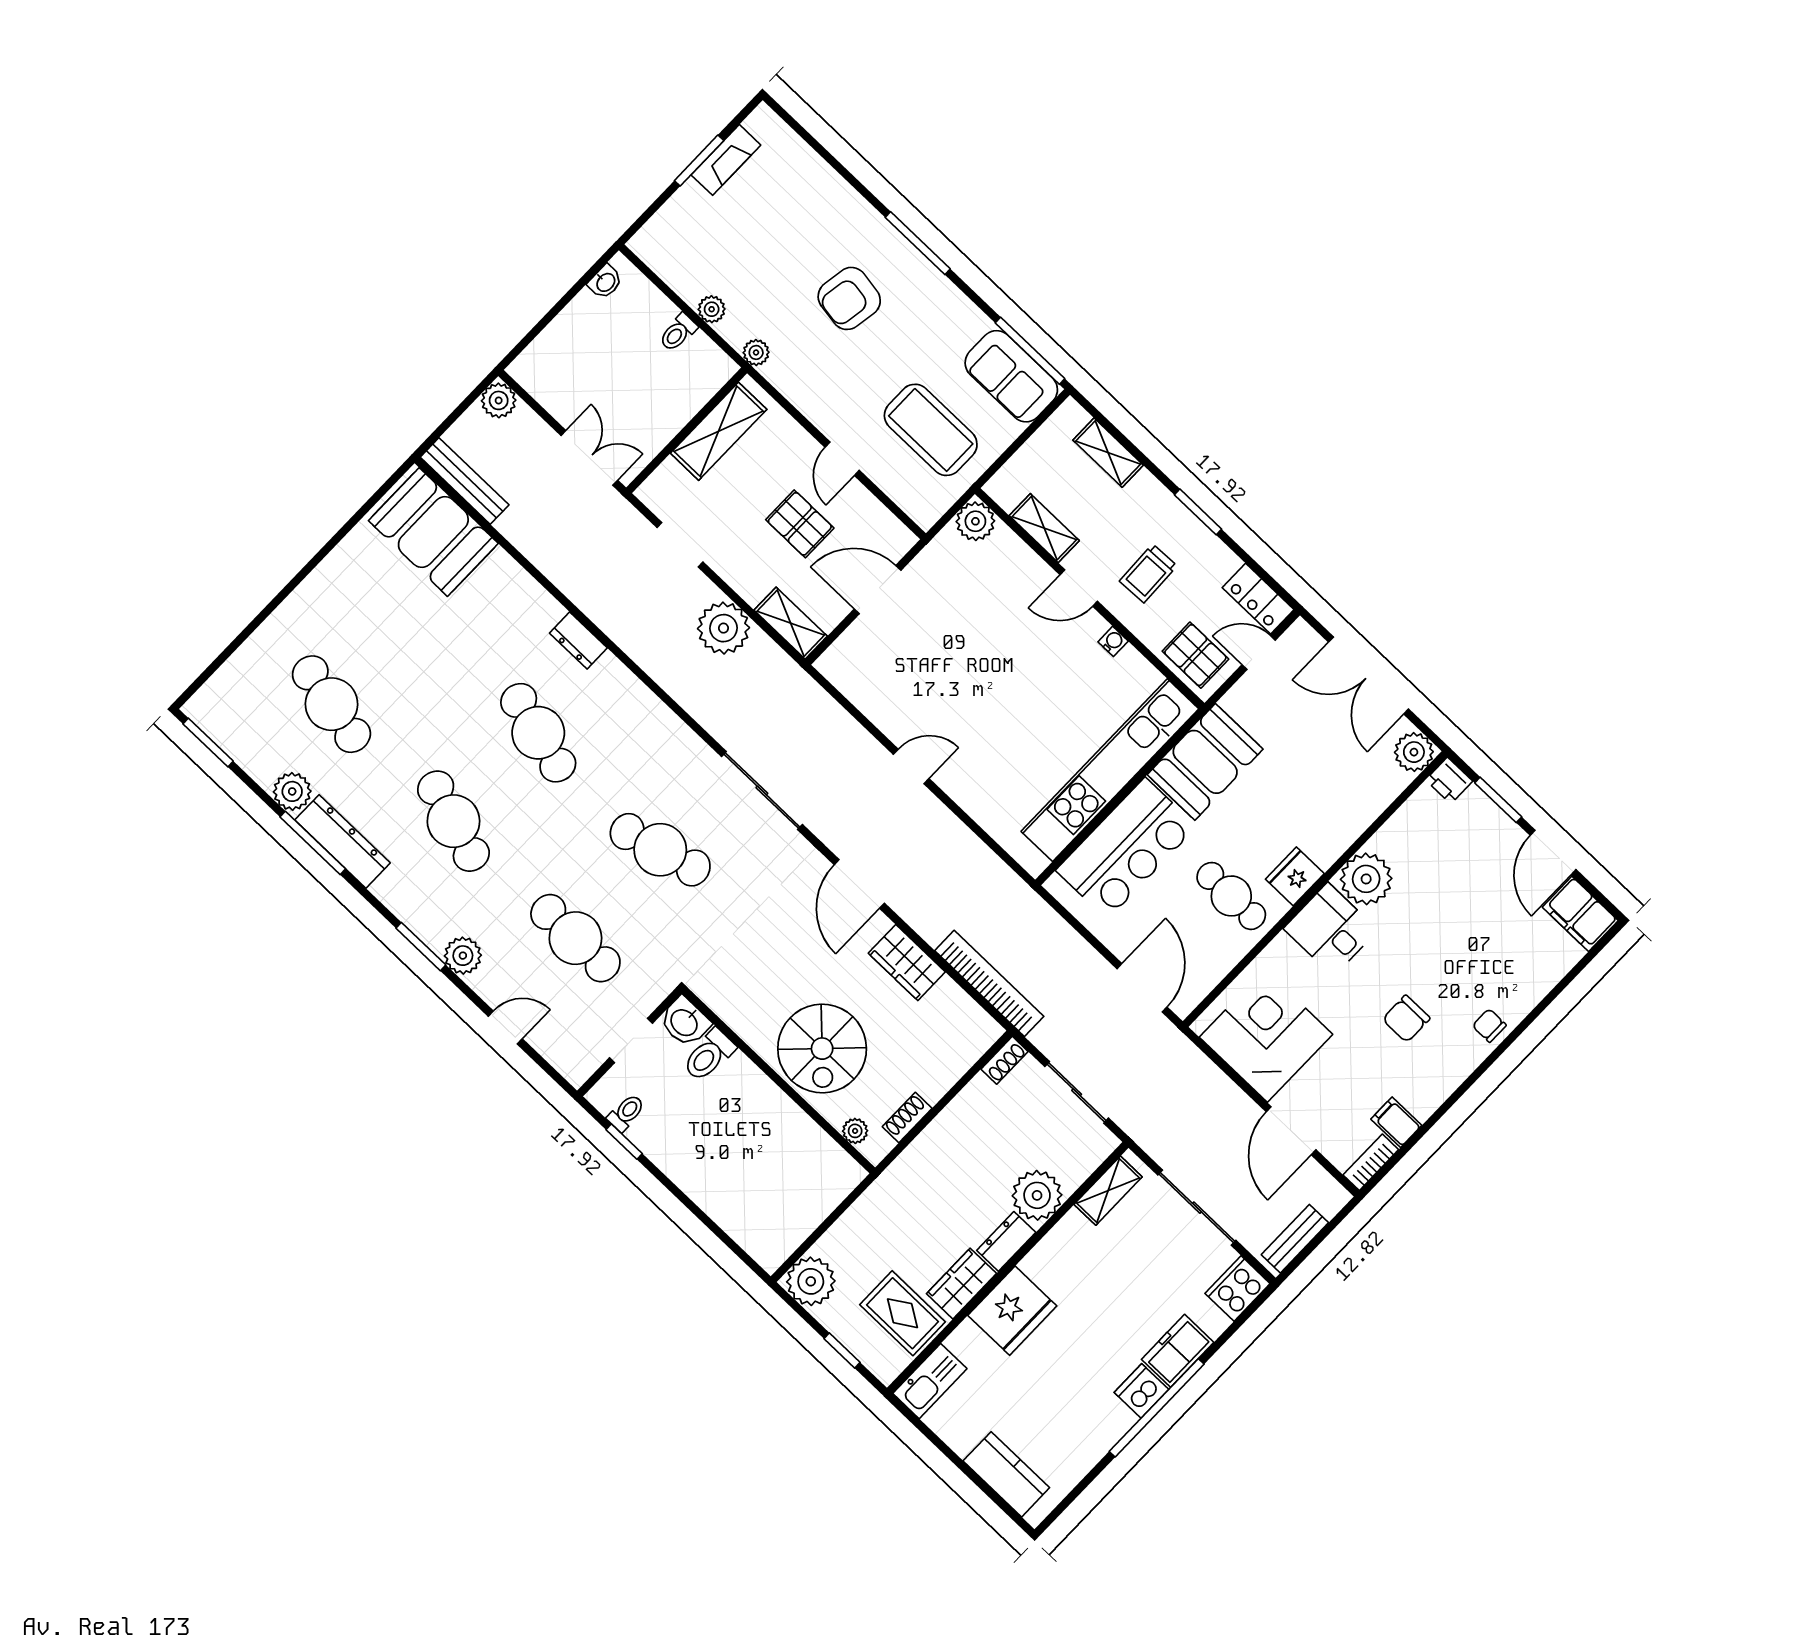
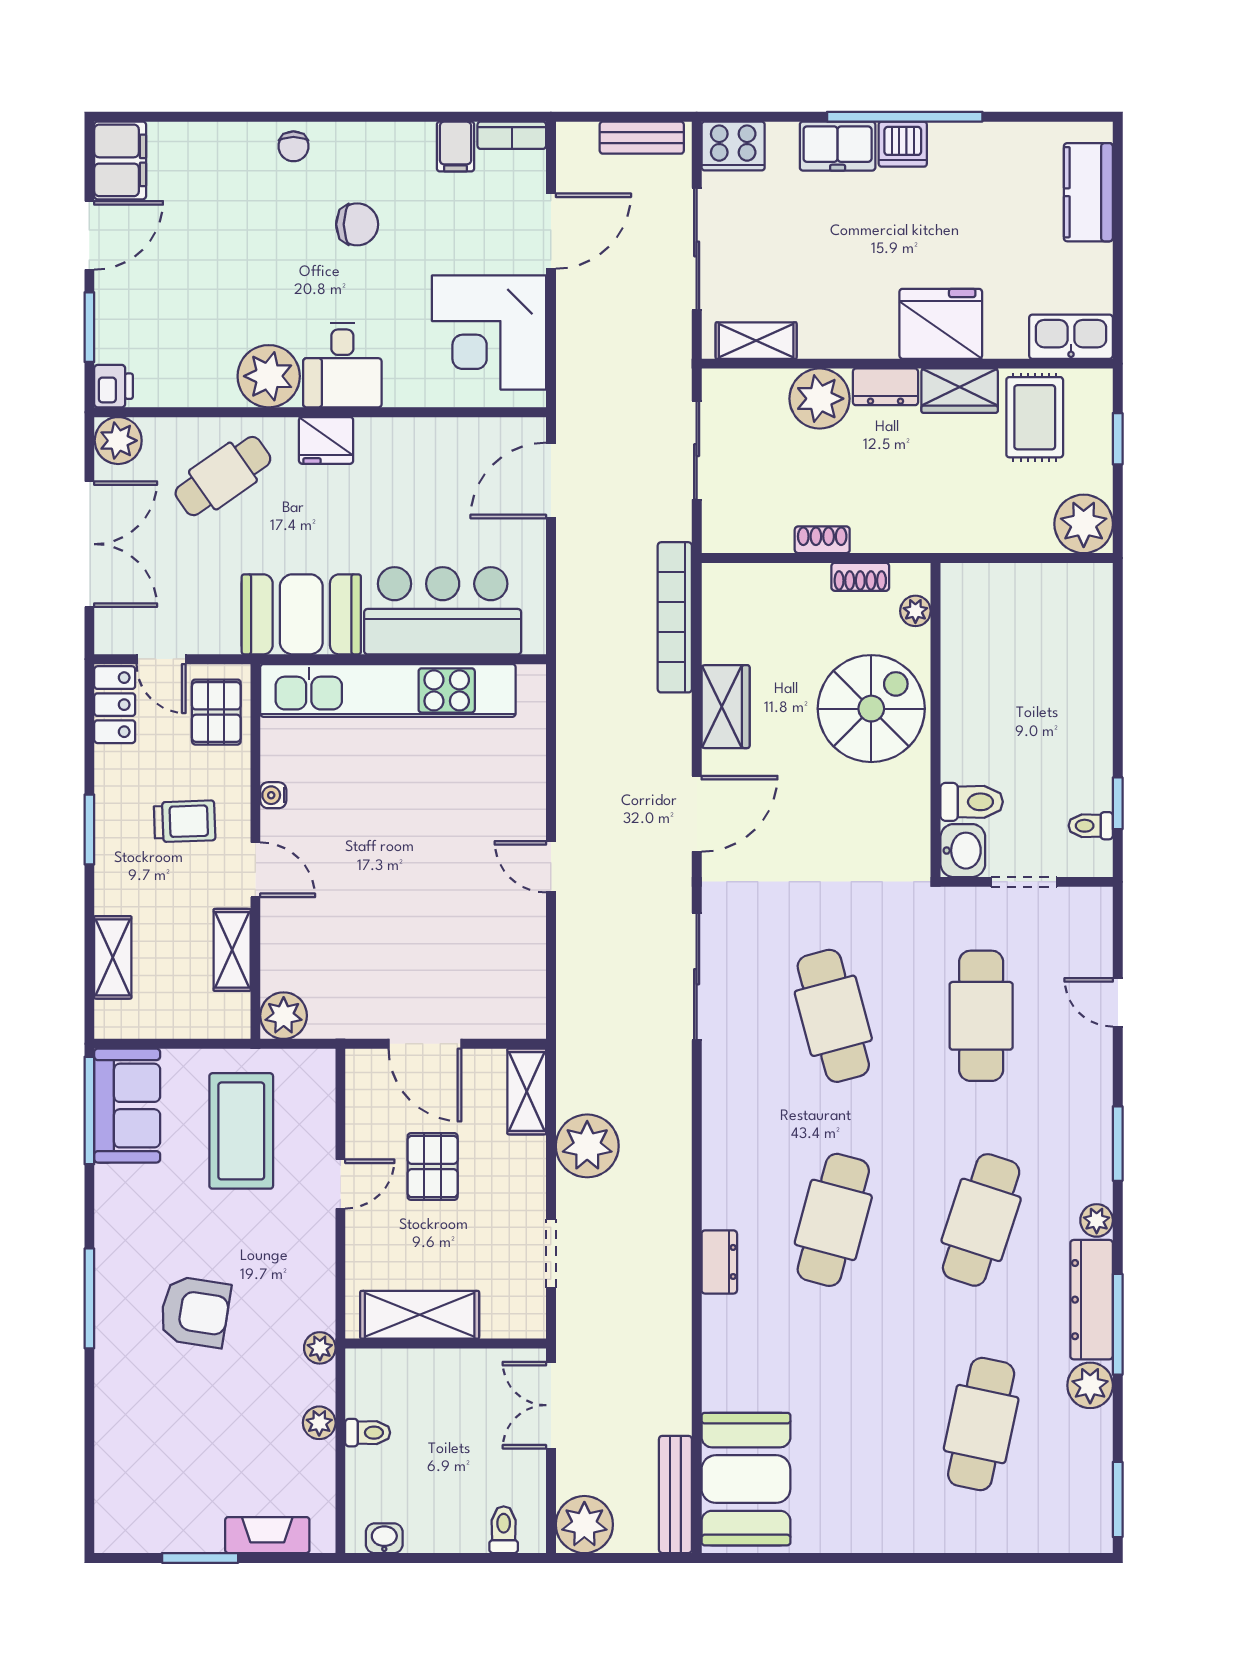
fireplace: (726, 160) -> (267, 1535), moved
toilet: (542, 358) -> (504, 1530), added
plant: (499, 400) -> (584, 1525), width x1.36, depth x1.36
cafe table: (1231, 896) -> (223, 476), moved, turned 55
plant: (463, 956) -> (1097, 1220), moved, width x0.73, depth x0.73
shoe rack: (1005, 1060) -> (822, 540), moved

